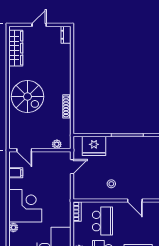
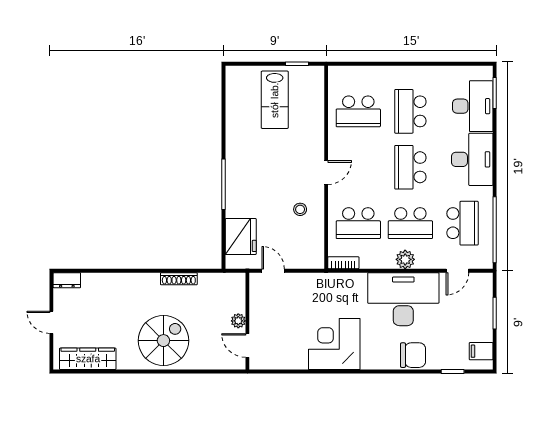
plant: (57, 144) -> (238, 321), moved
door: (24, 150) -> (247, 345), swing flipped
filing cabinet: (16, 173) -> (283, 359), removed
school desk: (102, 221) -> (358, 223), turned 180
plant: (13, 228) -> (368, 363), removed

